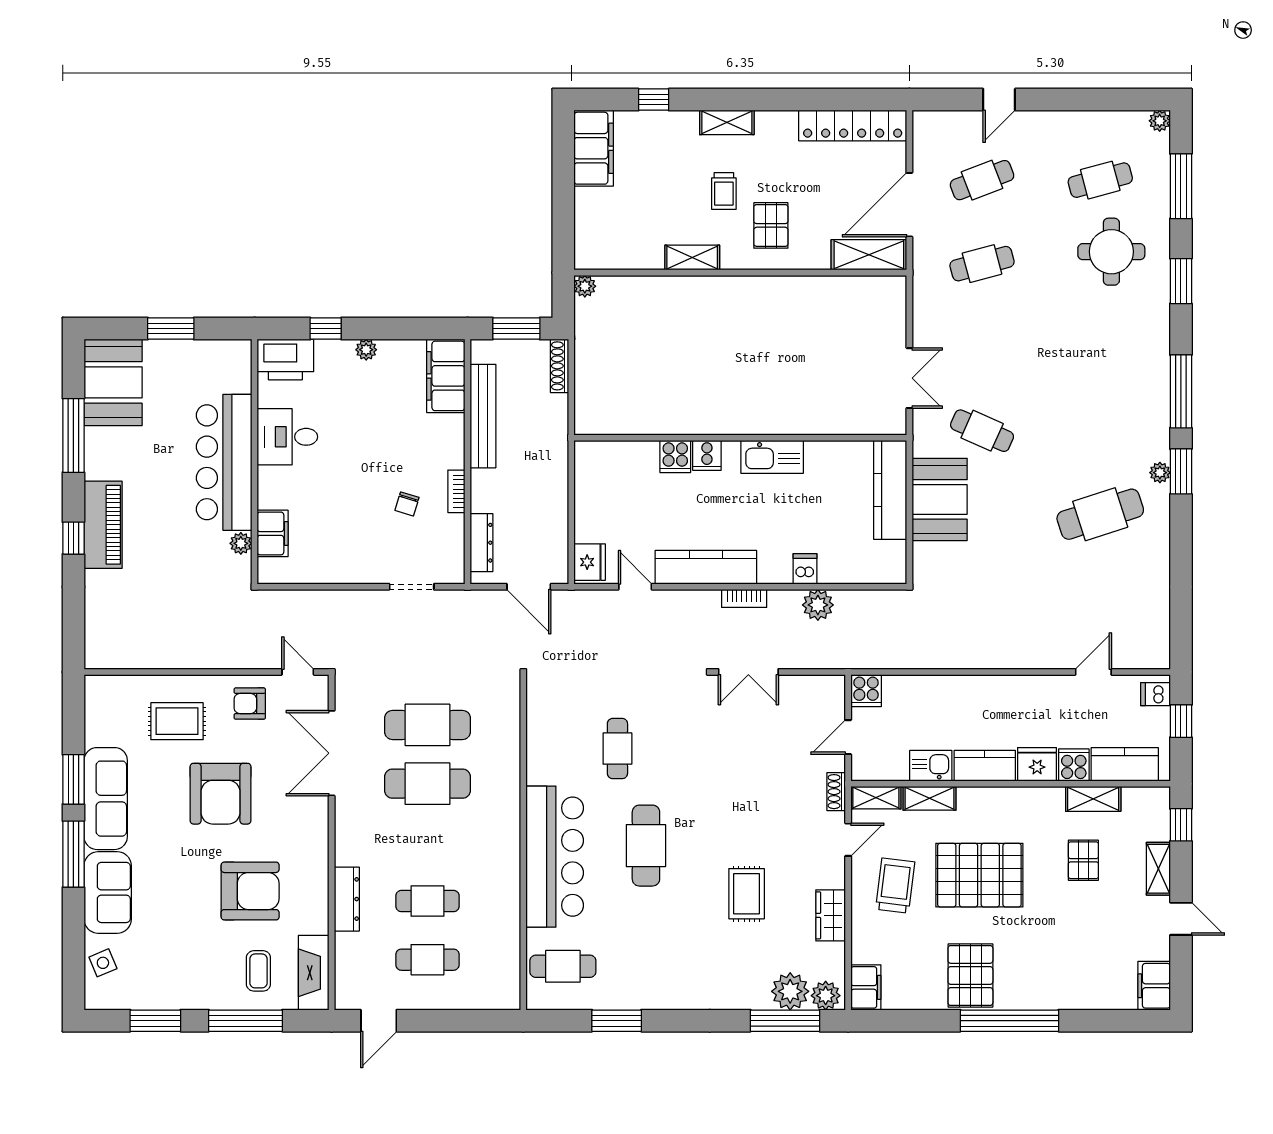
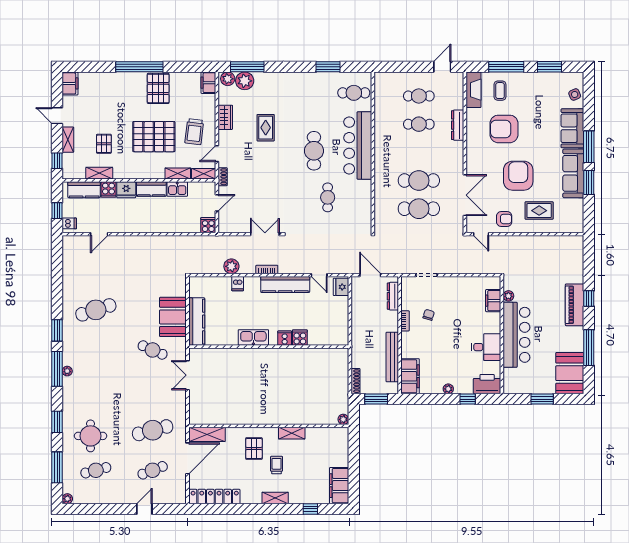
cafe table: (982, 264) -> (153, 430), width x1.37, depth x1.35
plant: (1160, 473) -> (67, 371), moved

